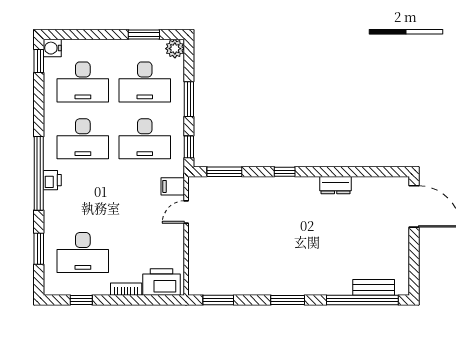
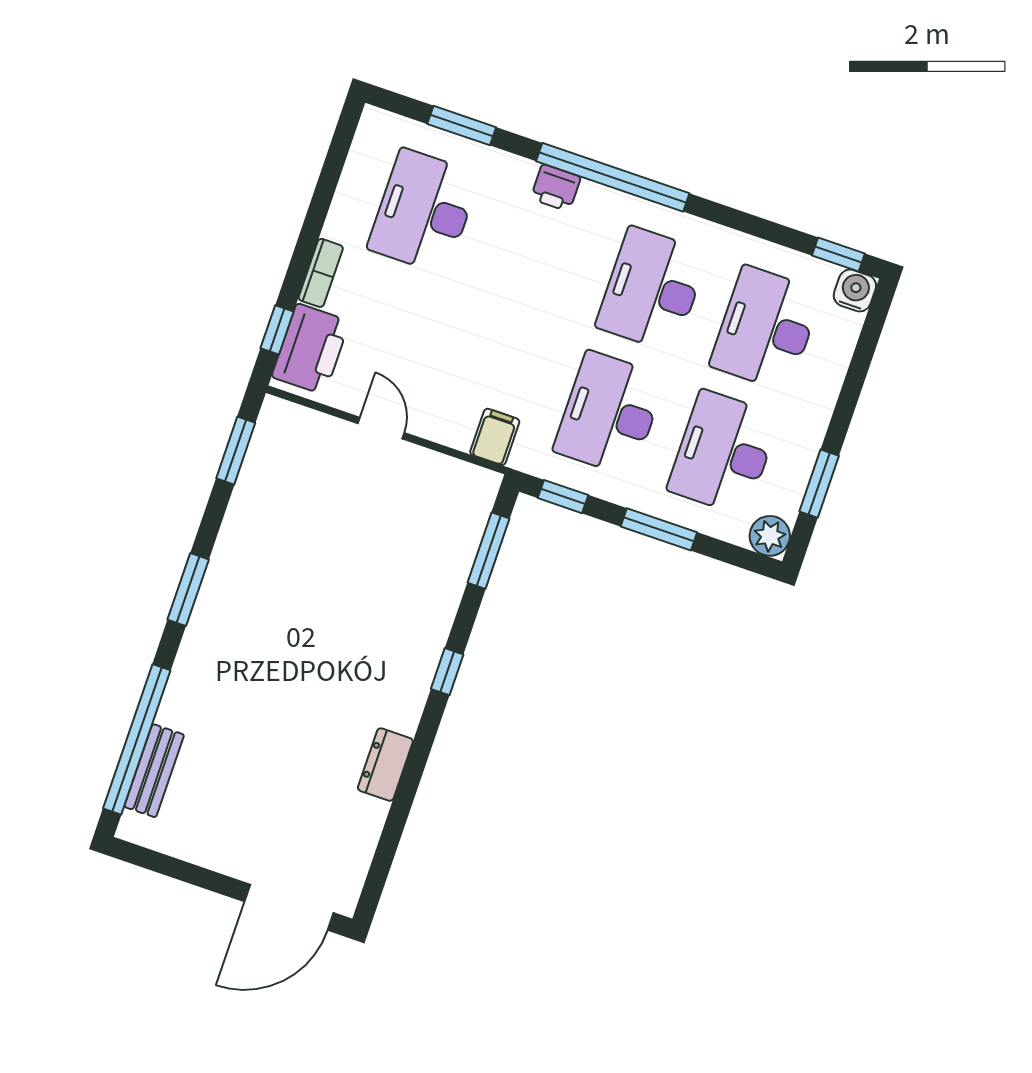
printer: (52, 180) -> (556, 188), moved
door: (186, 212) -> (381, 428), moved
window: (81, 300) -> (277, 330), moved

